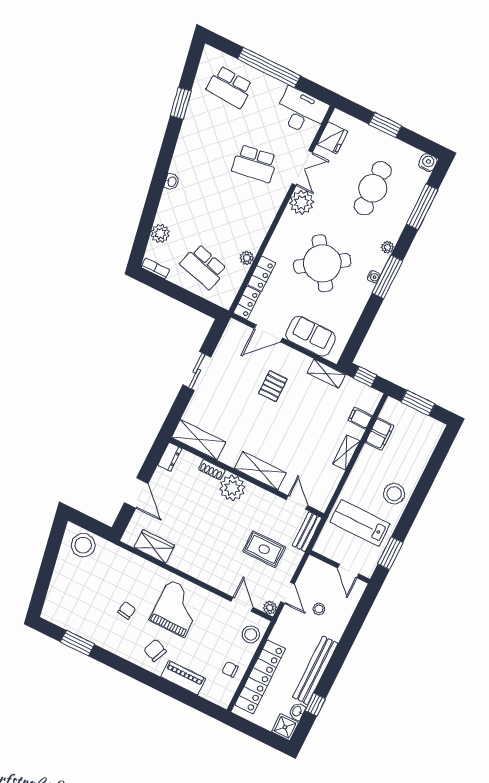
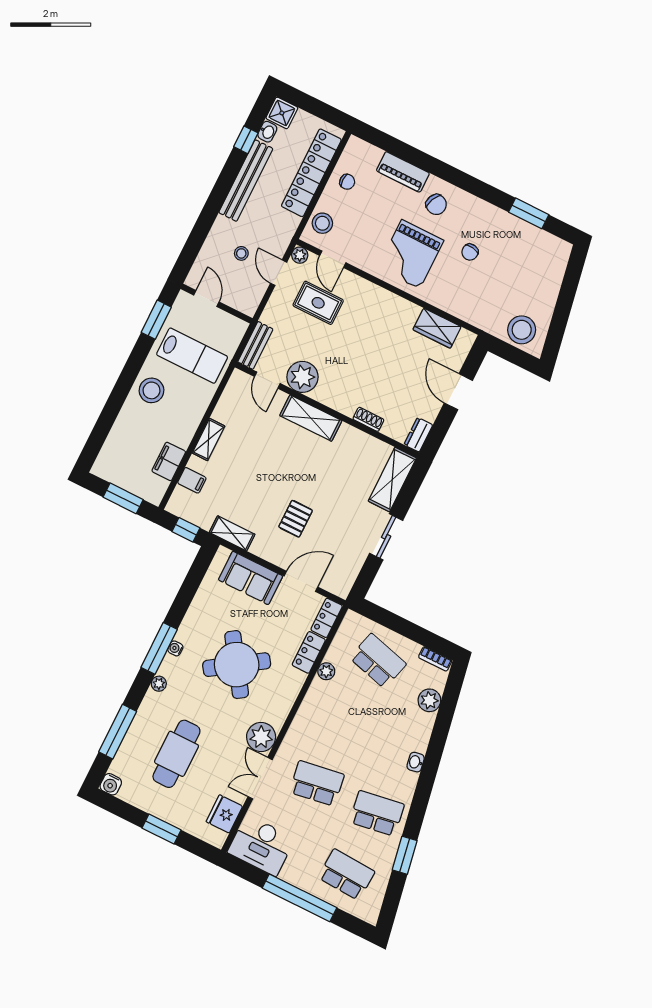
school desk: (204, 139) -> (377, 813), added
shelving: (199, 440) -> (392, 479), moved, turned 90
plant: (232, 488) -> (302, 377), moved
rug: (264, 549) -> (318, 303), moved

